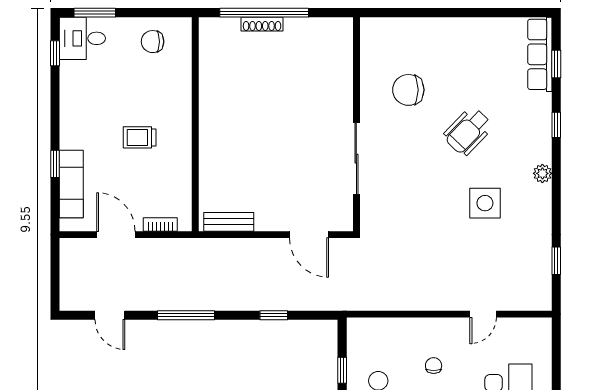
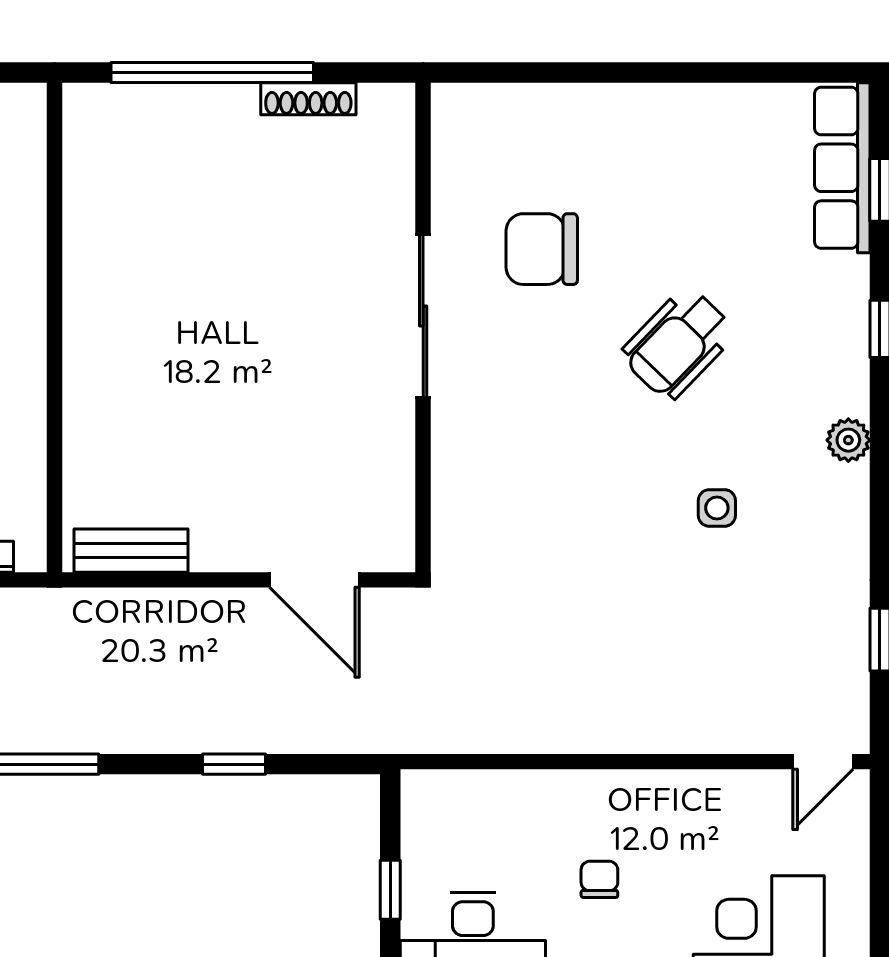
shoe rack: (262, 24) -> (308, 99), moved
sliding door: (356, 159) -> (423, 316), moved
side table: (485, 203) -> (717, 508), width x0.54, depth x0.54
door: (483, 314) -> (823, 762), moved

